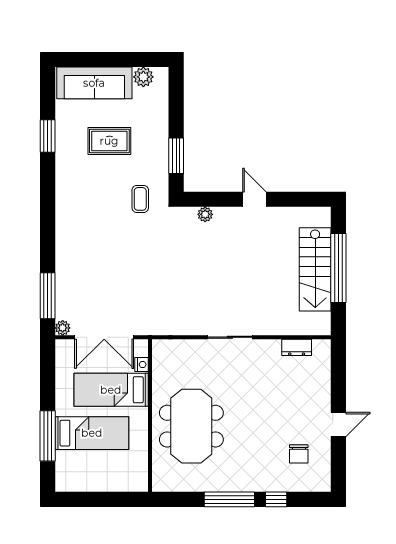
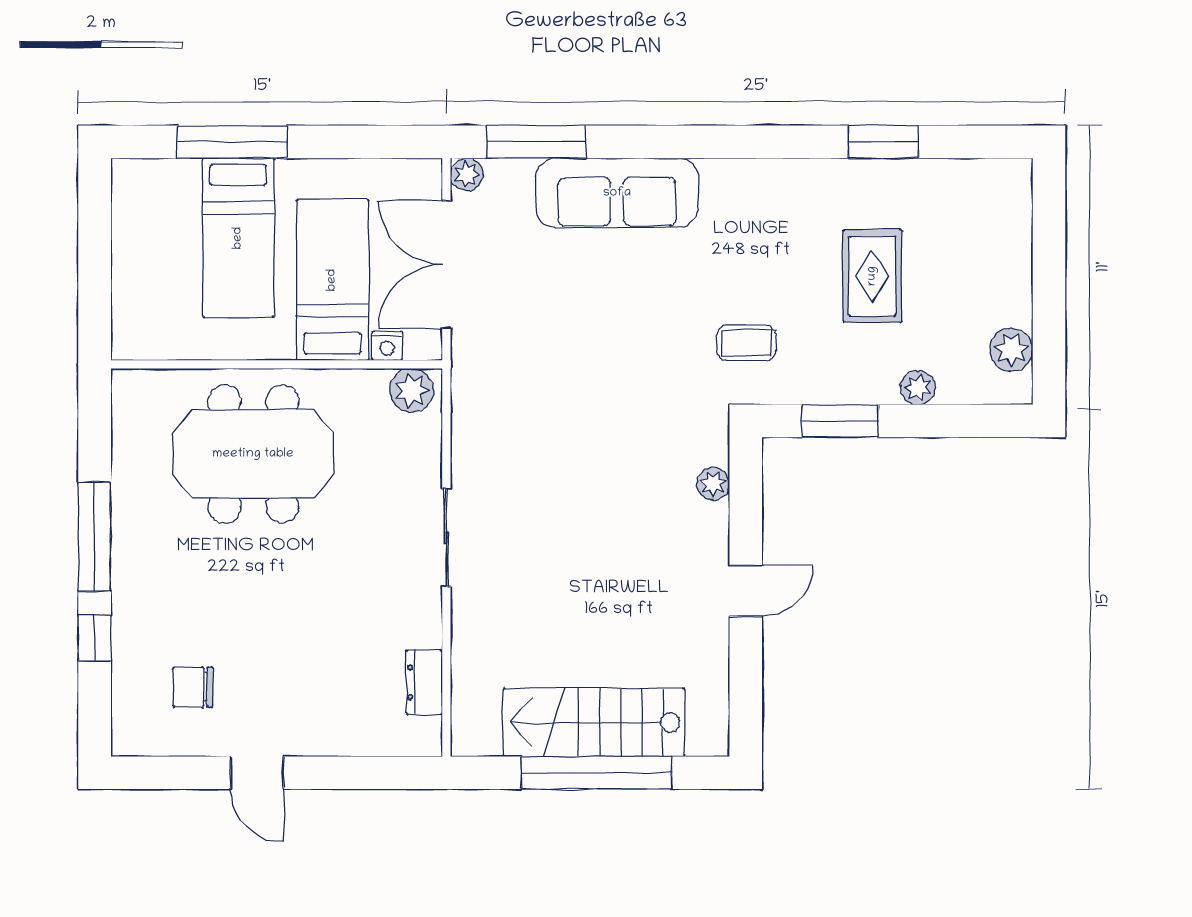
sofa: (94, 83) -> (617, 193), moved, turned -90
plant: (161, 120) -> (918, 388), added
plant: (162, 353) -> (412, 390), added

